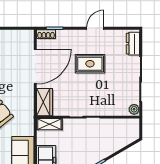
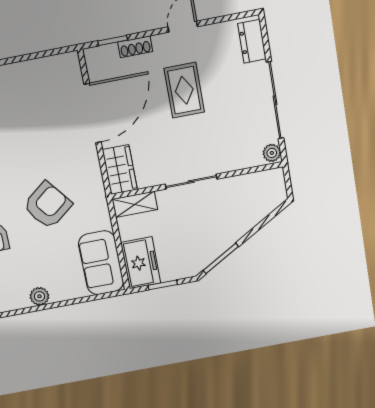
shoe rack: (46, 34) -> (135, 47), moved
rug: (90, 64) -> (184, 90), turned 90

